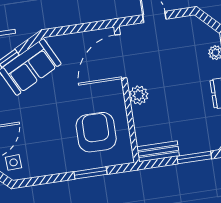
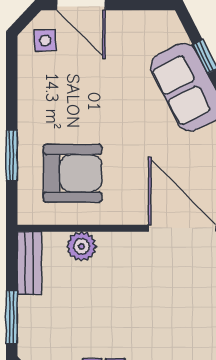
plant: (139, 95) -> (81, 246), moved

